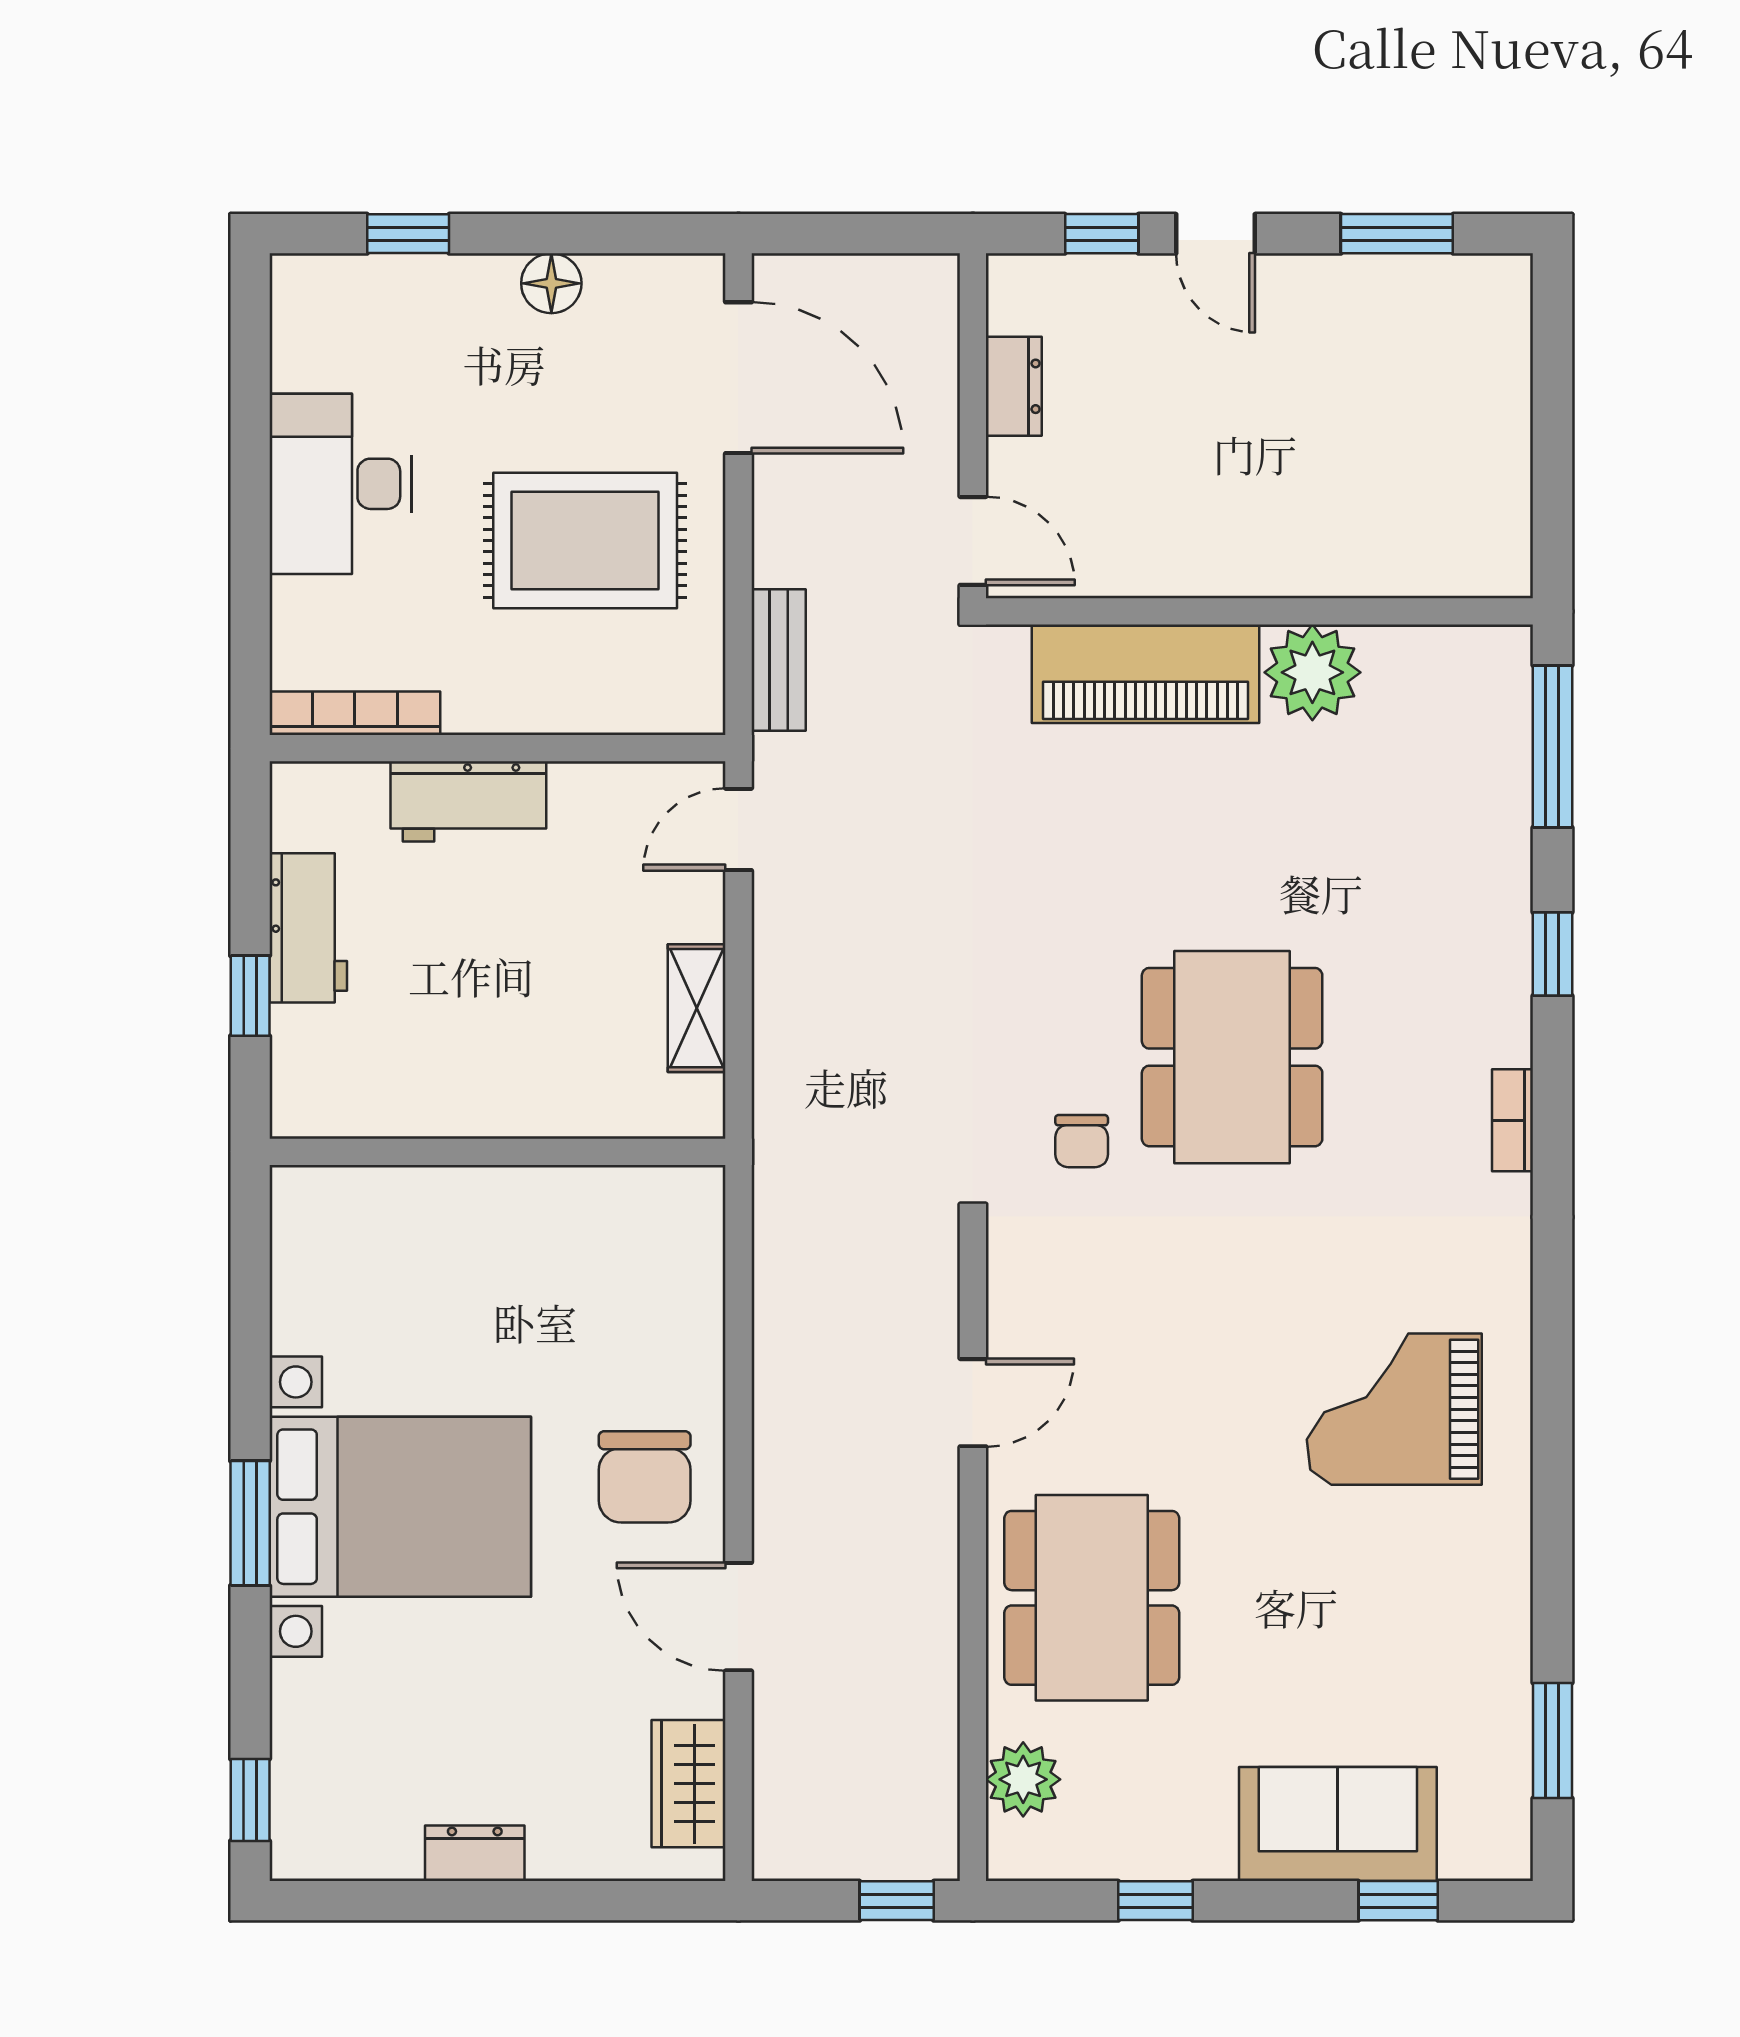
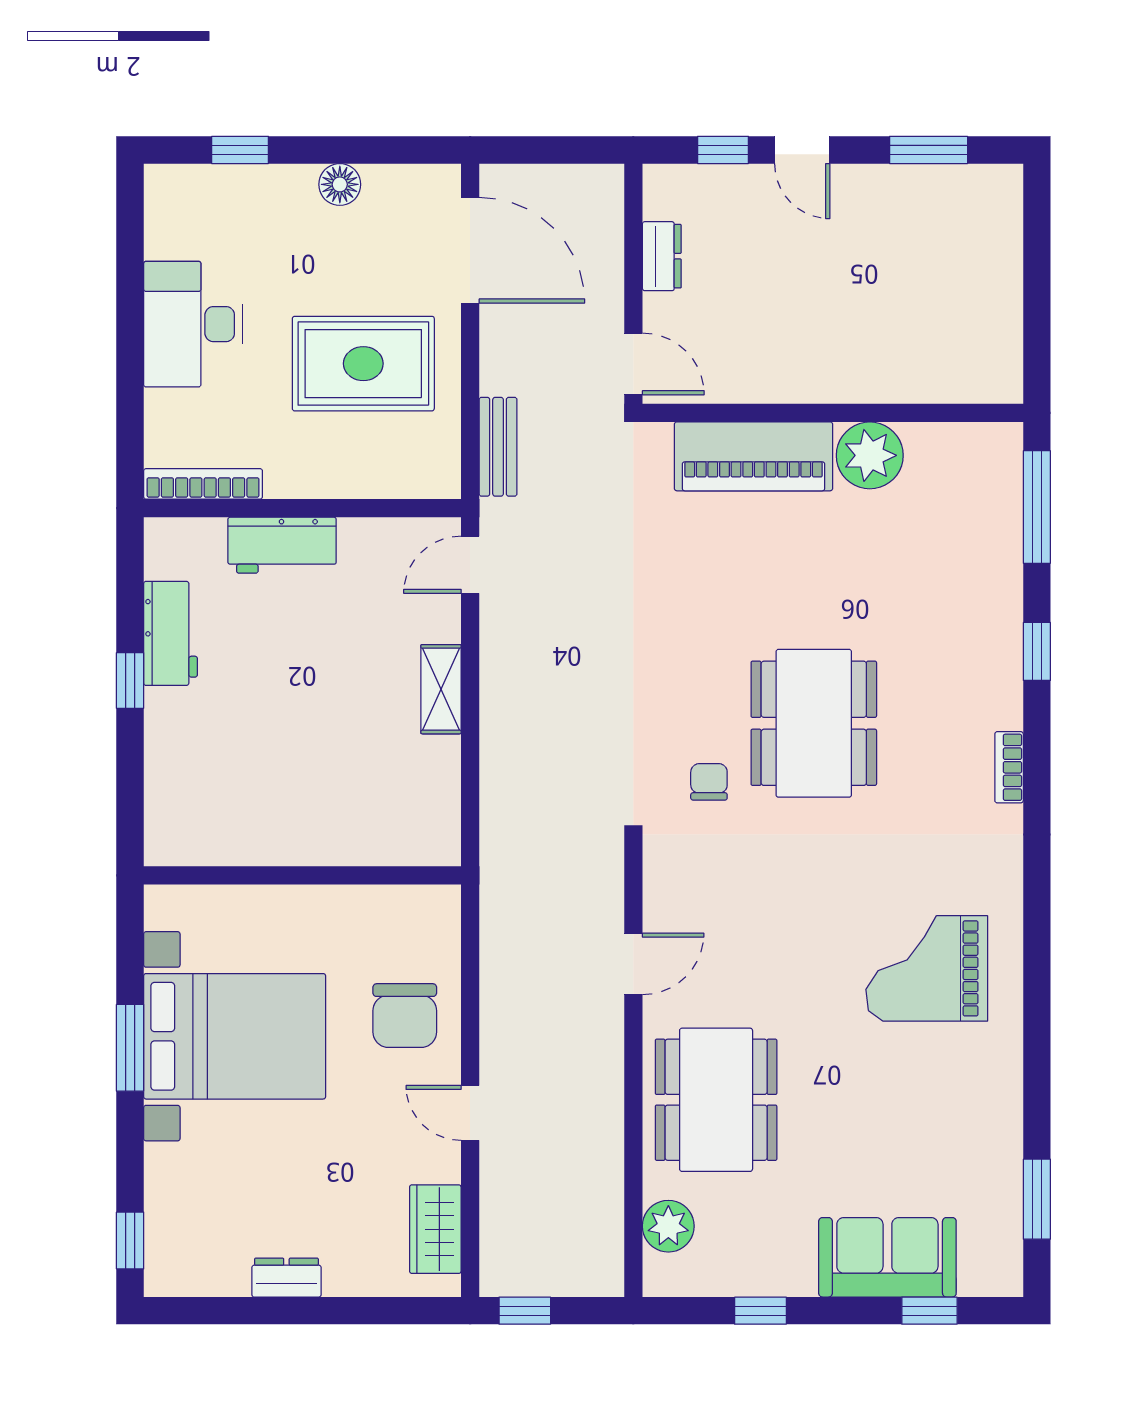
chair: (1082, 1141) -> (709, 782), turned 180
wall: (498, 1152) -> (302, 875), moved
door: (738, 1617) -> (470, 1113), width x0.73
window: (897, 1901) -> (525, 1311), moved

